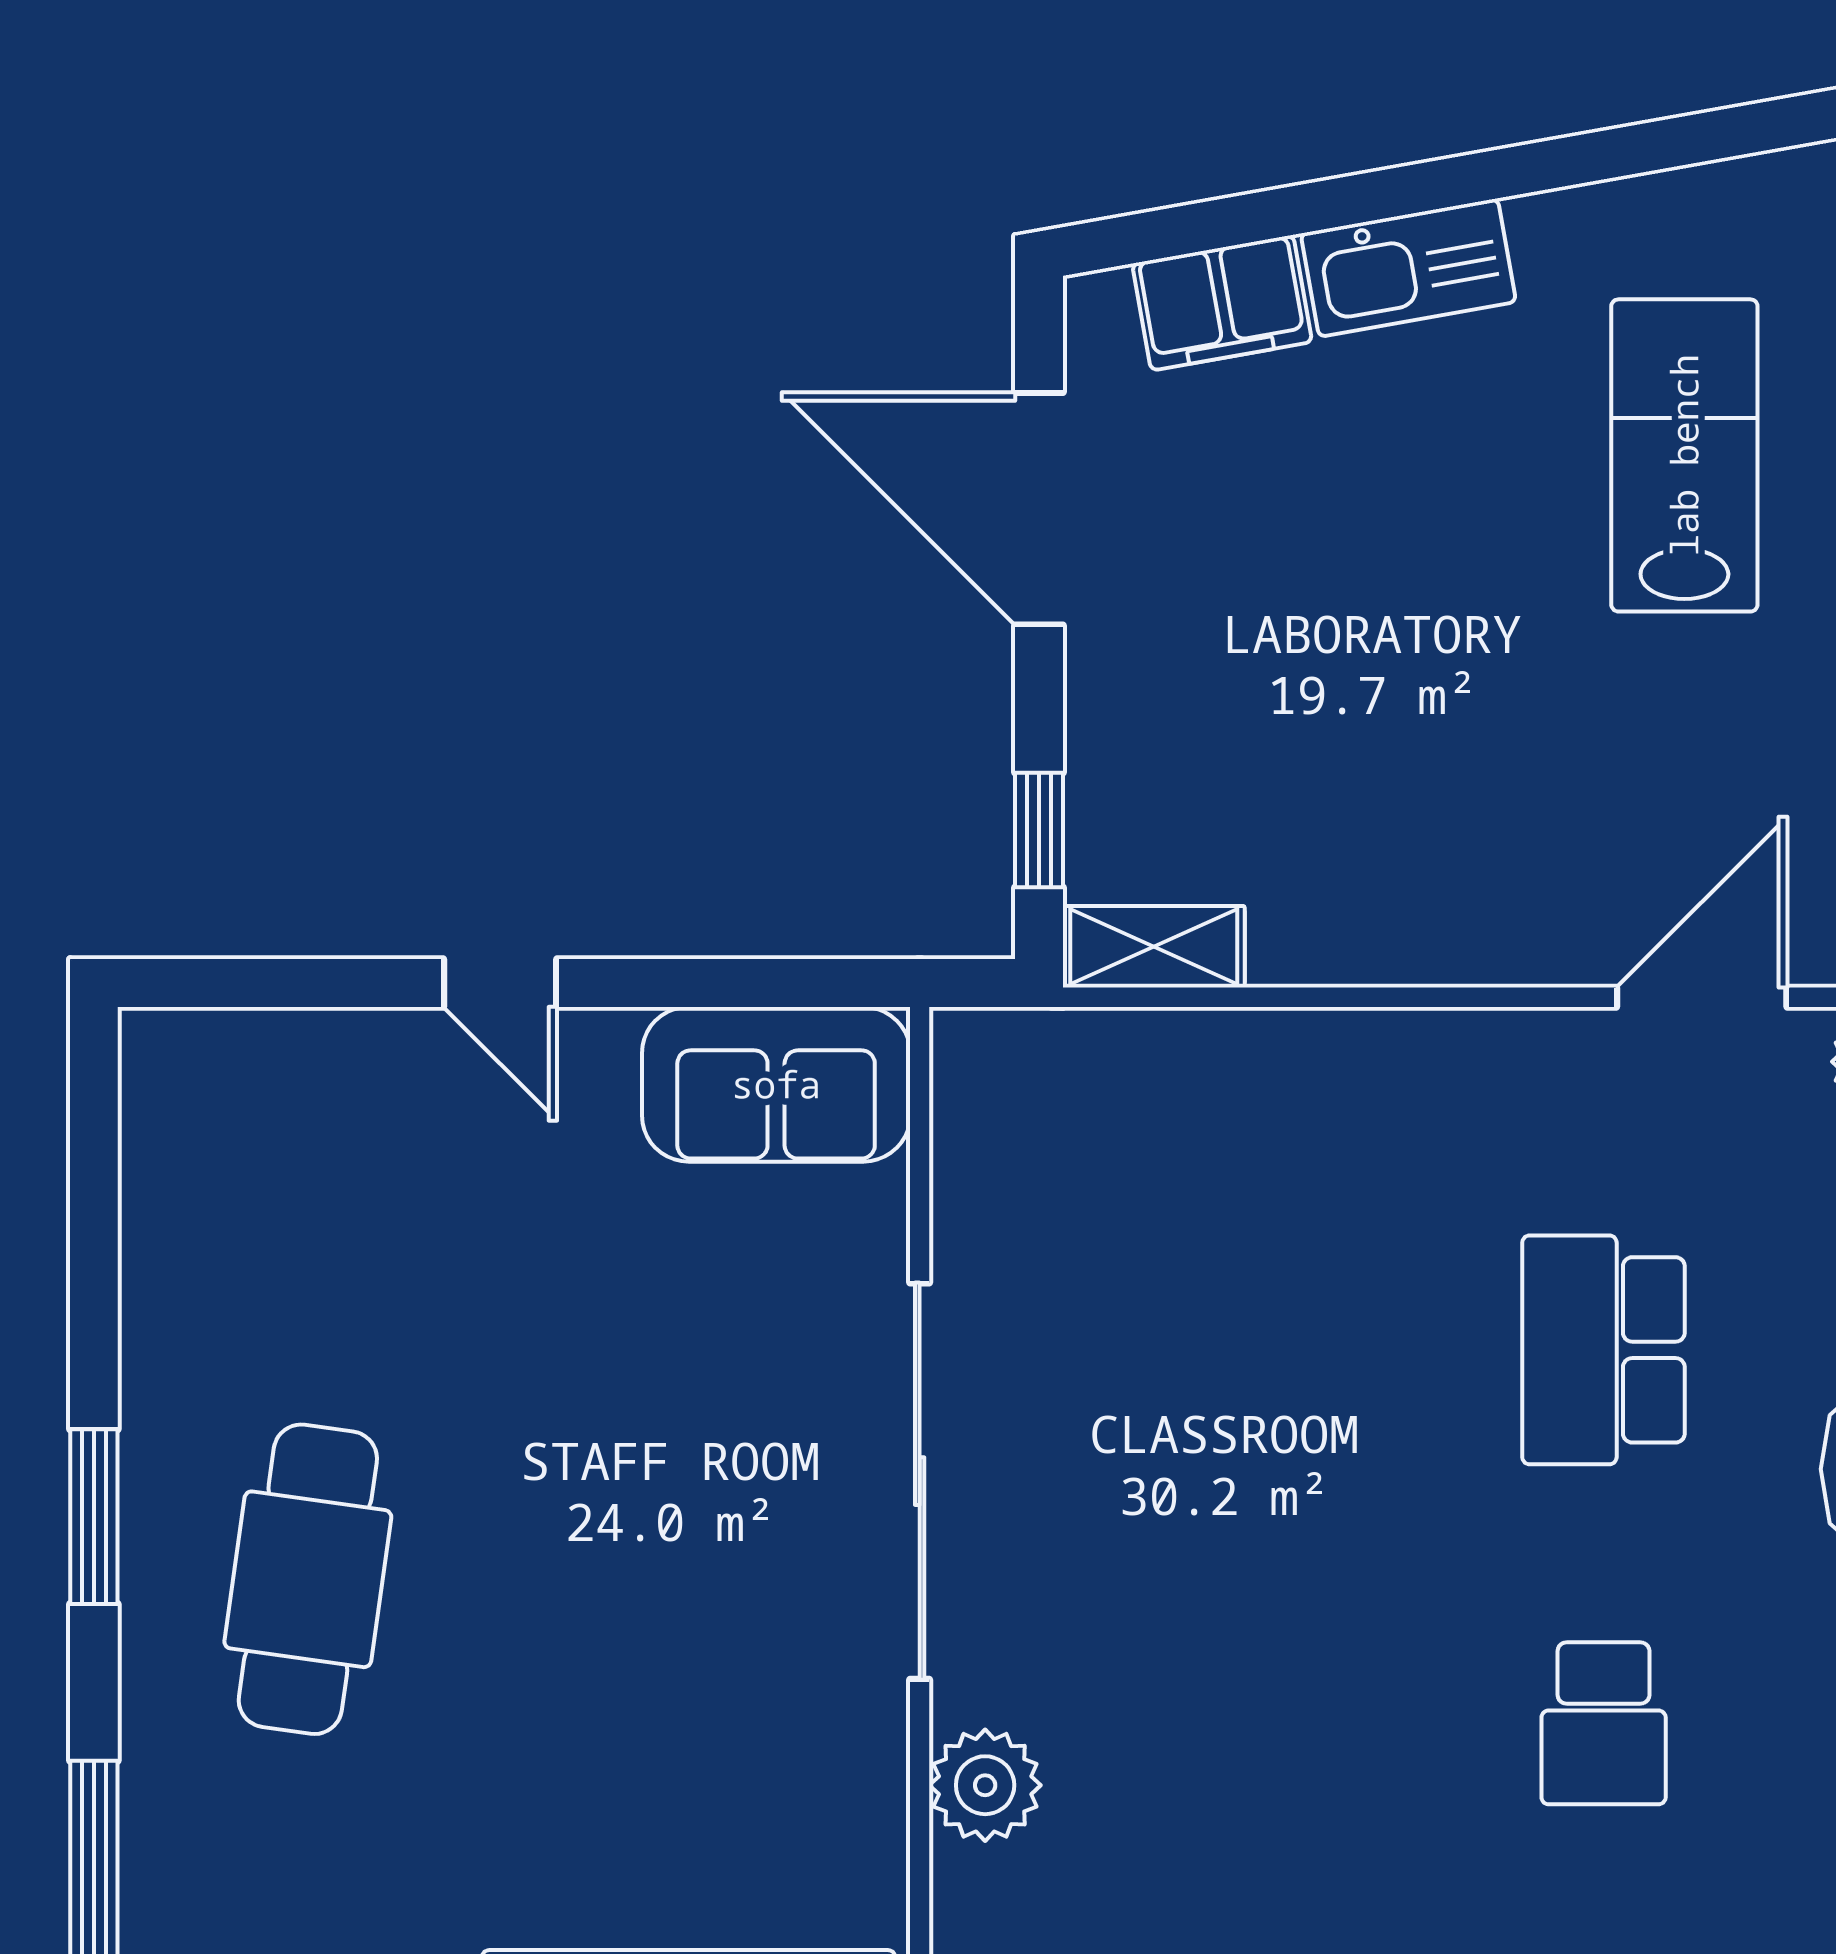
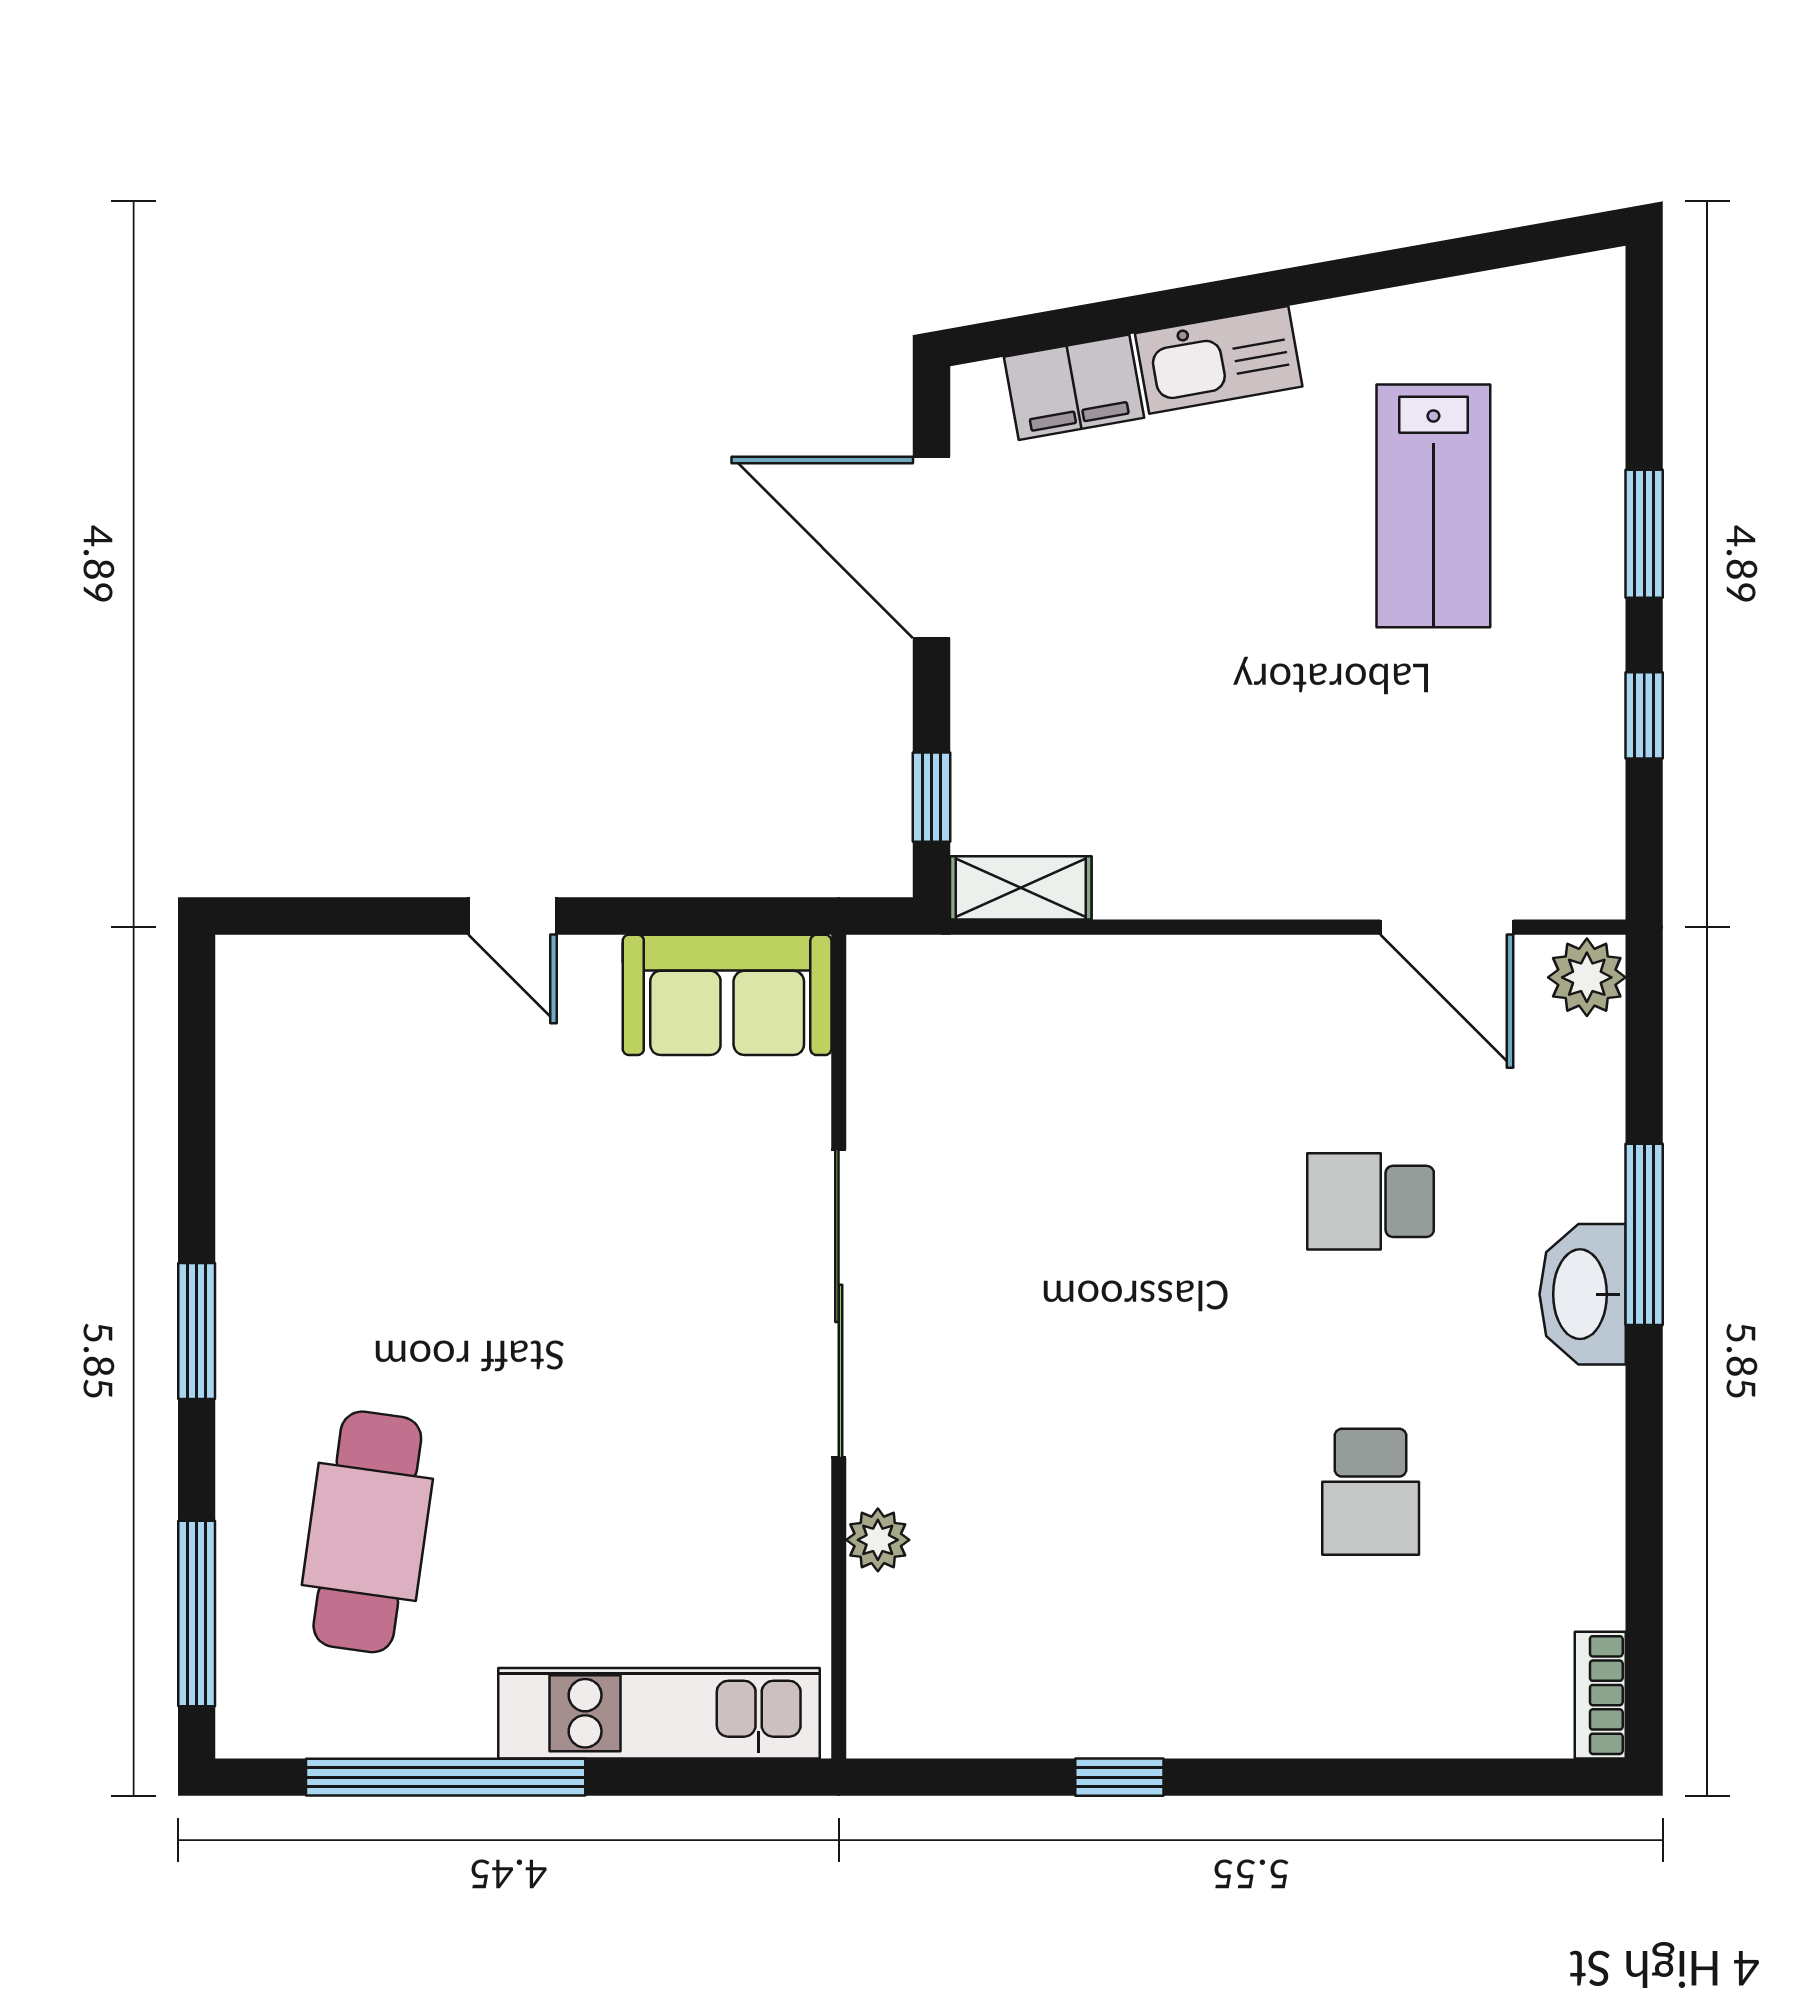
lab bench: (1684, 455) -> (1433, 506), turned 180
door: (1702, 997) -> (1447, 927), swing flipped
school desk: (1604, 1350) -> (1371, 1201), width x0.54
cafe table: (308, 1579) -> (367, 1532), moved
plant: (985, 1785) -> (878, 1540), width x0.73, depth x0.73

